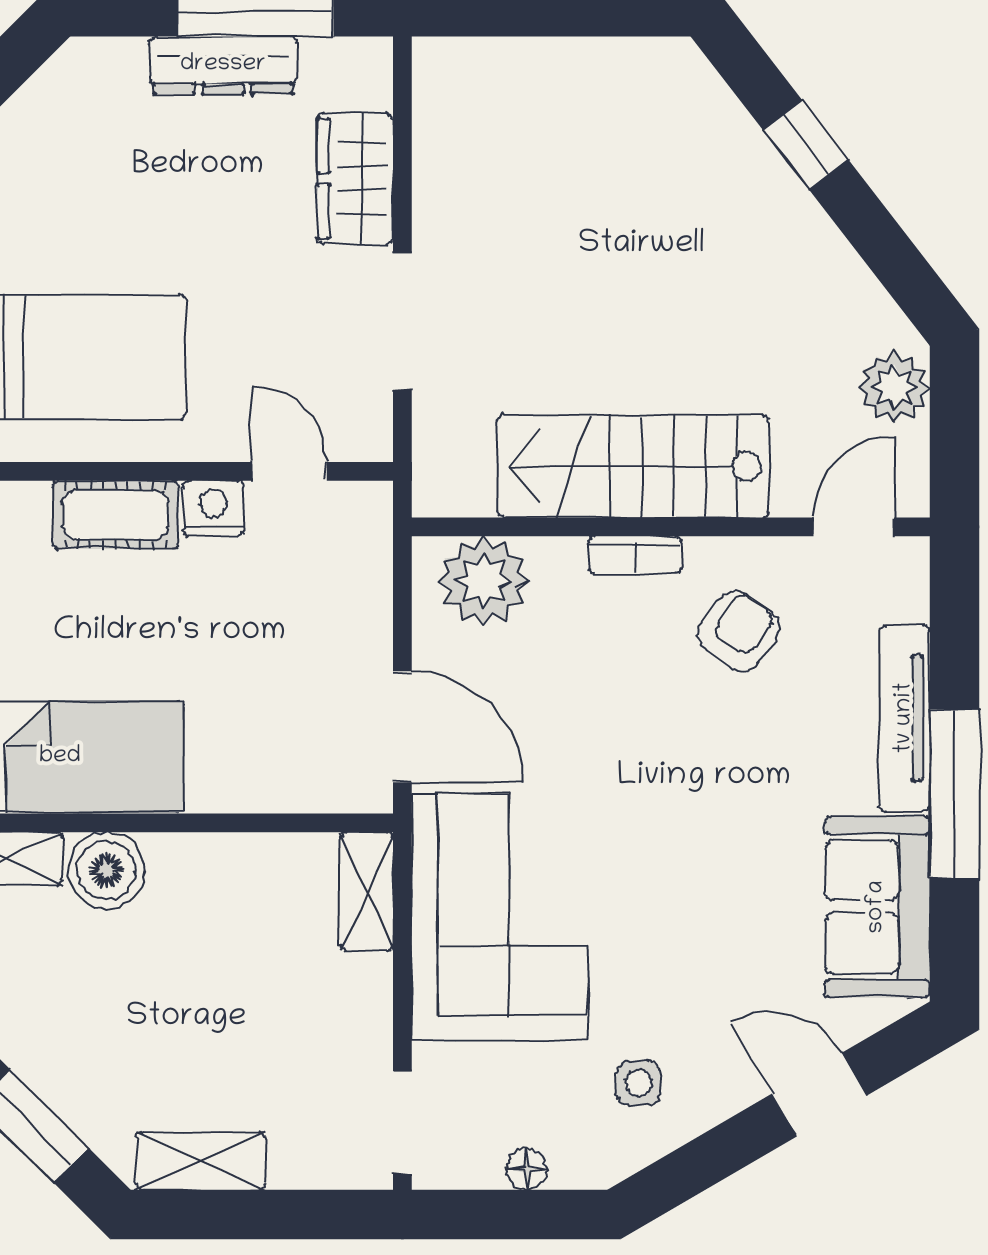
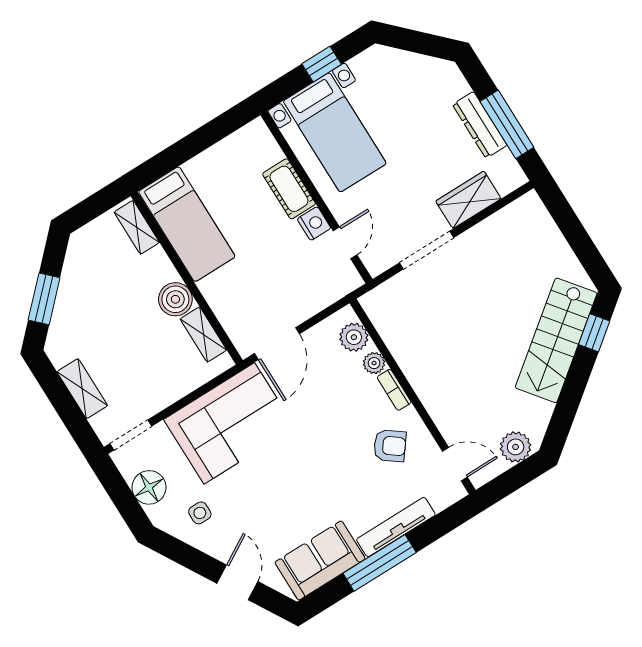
window: (806, 145) -> (594, 333), moved
stairs: (633, 466) -> (556, 340), moved, turned -128
plant: (559, 561) -> (374, 363), added
plant: (484, 581) -> (354, 337), width x0.73, depth x0.73
boiler: (106, 871) -> (175, 299), moved
shelving: (367, 891) -> (203, 334), moved, turned 90
shelving: (201, 1161) -> (82, 389), moved
floor lamp: (527, 1169) -> (149, 487), width x1.89, depth x1.89

